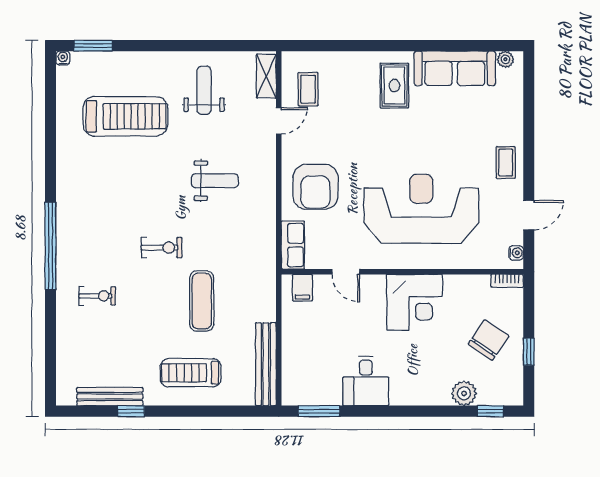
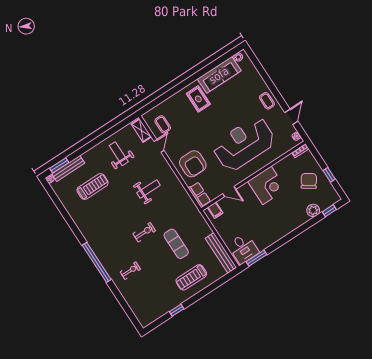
treadmill: (125, 116) -> (93, 187), width x0.73, depth x0.73
desk: (366, 381) -> (243, 248), moved
bench: (110, 397) -> (68, 168), moved

